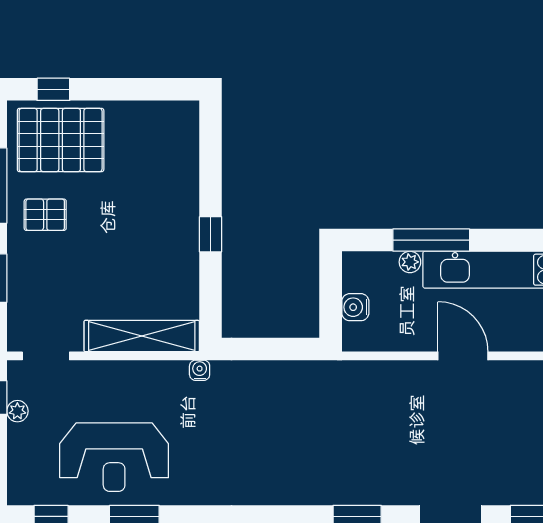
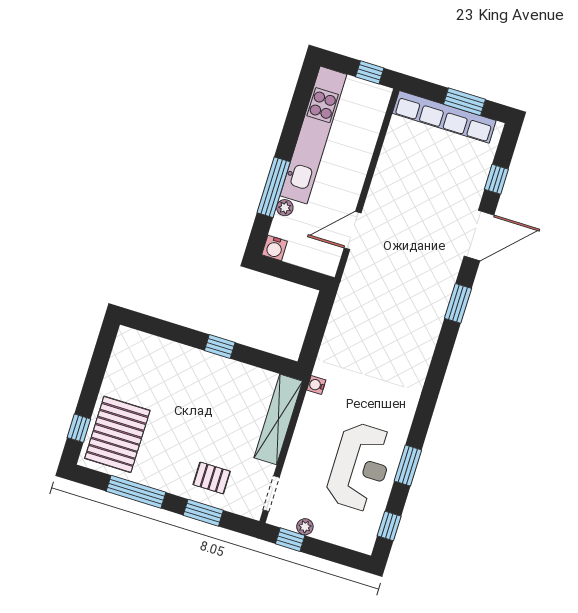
pallet: (45, 215) -> (212, 478), moved, turned 90
water cooler: (355, 307) -> (275, 248), moved
door: (463, 356) -> (353, 231), moved

